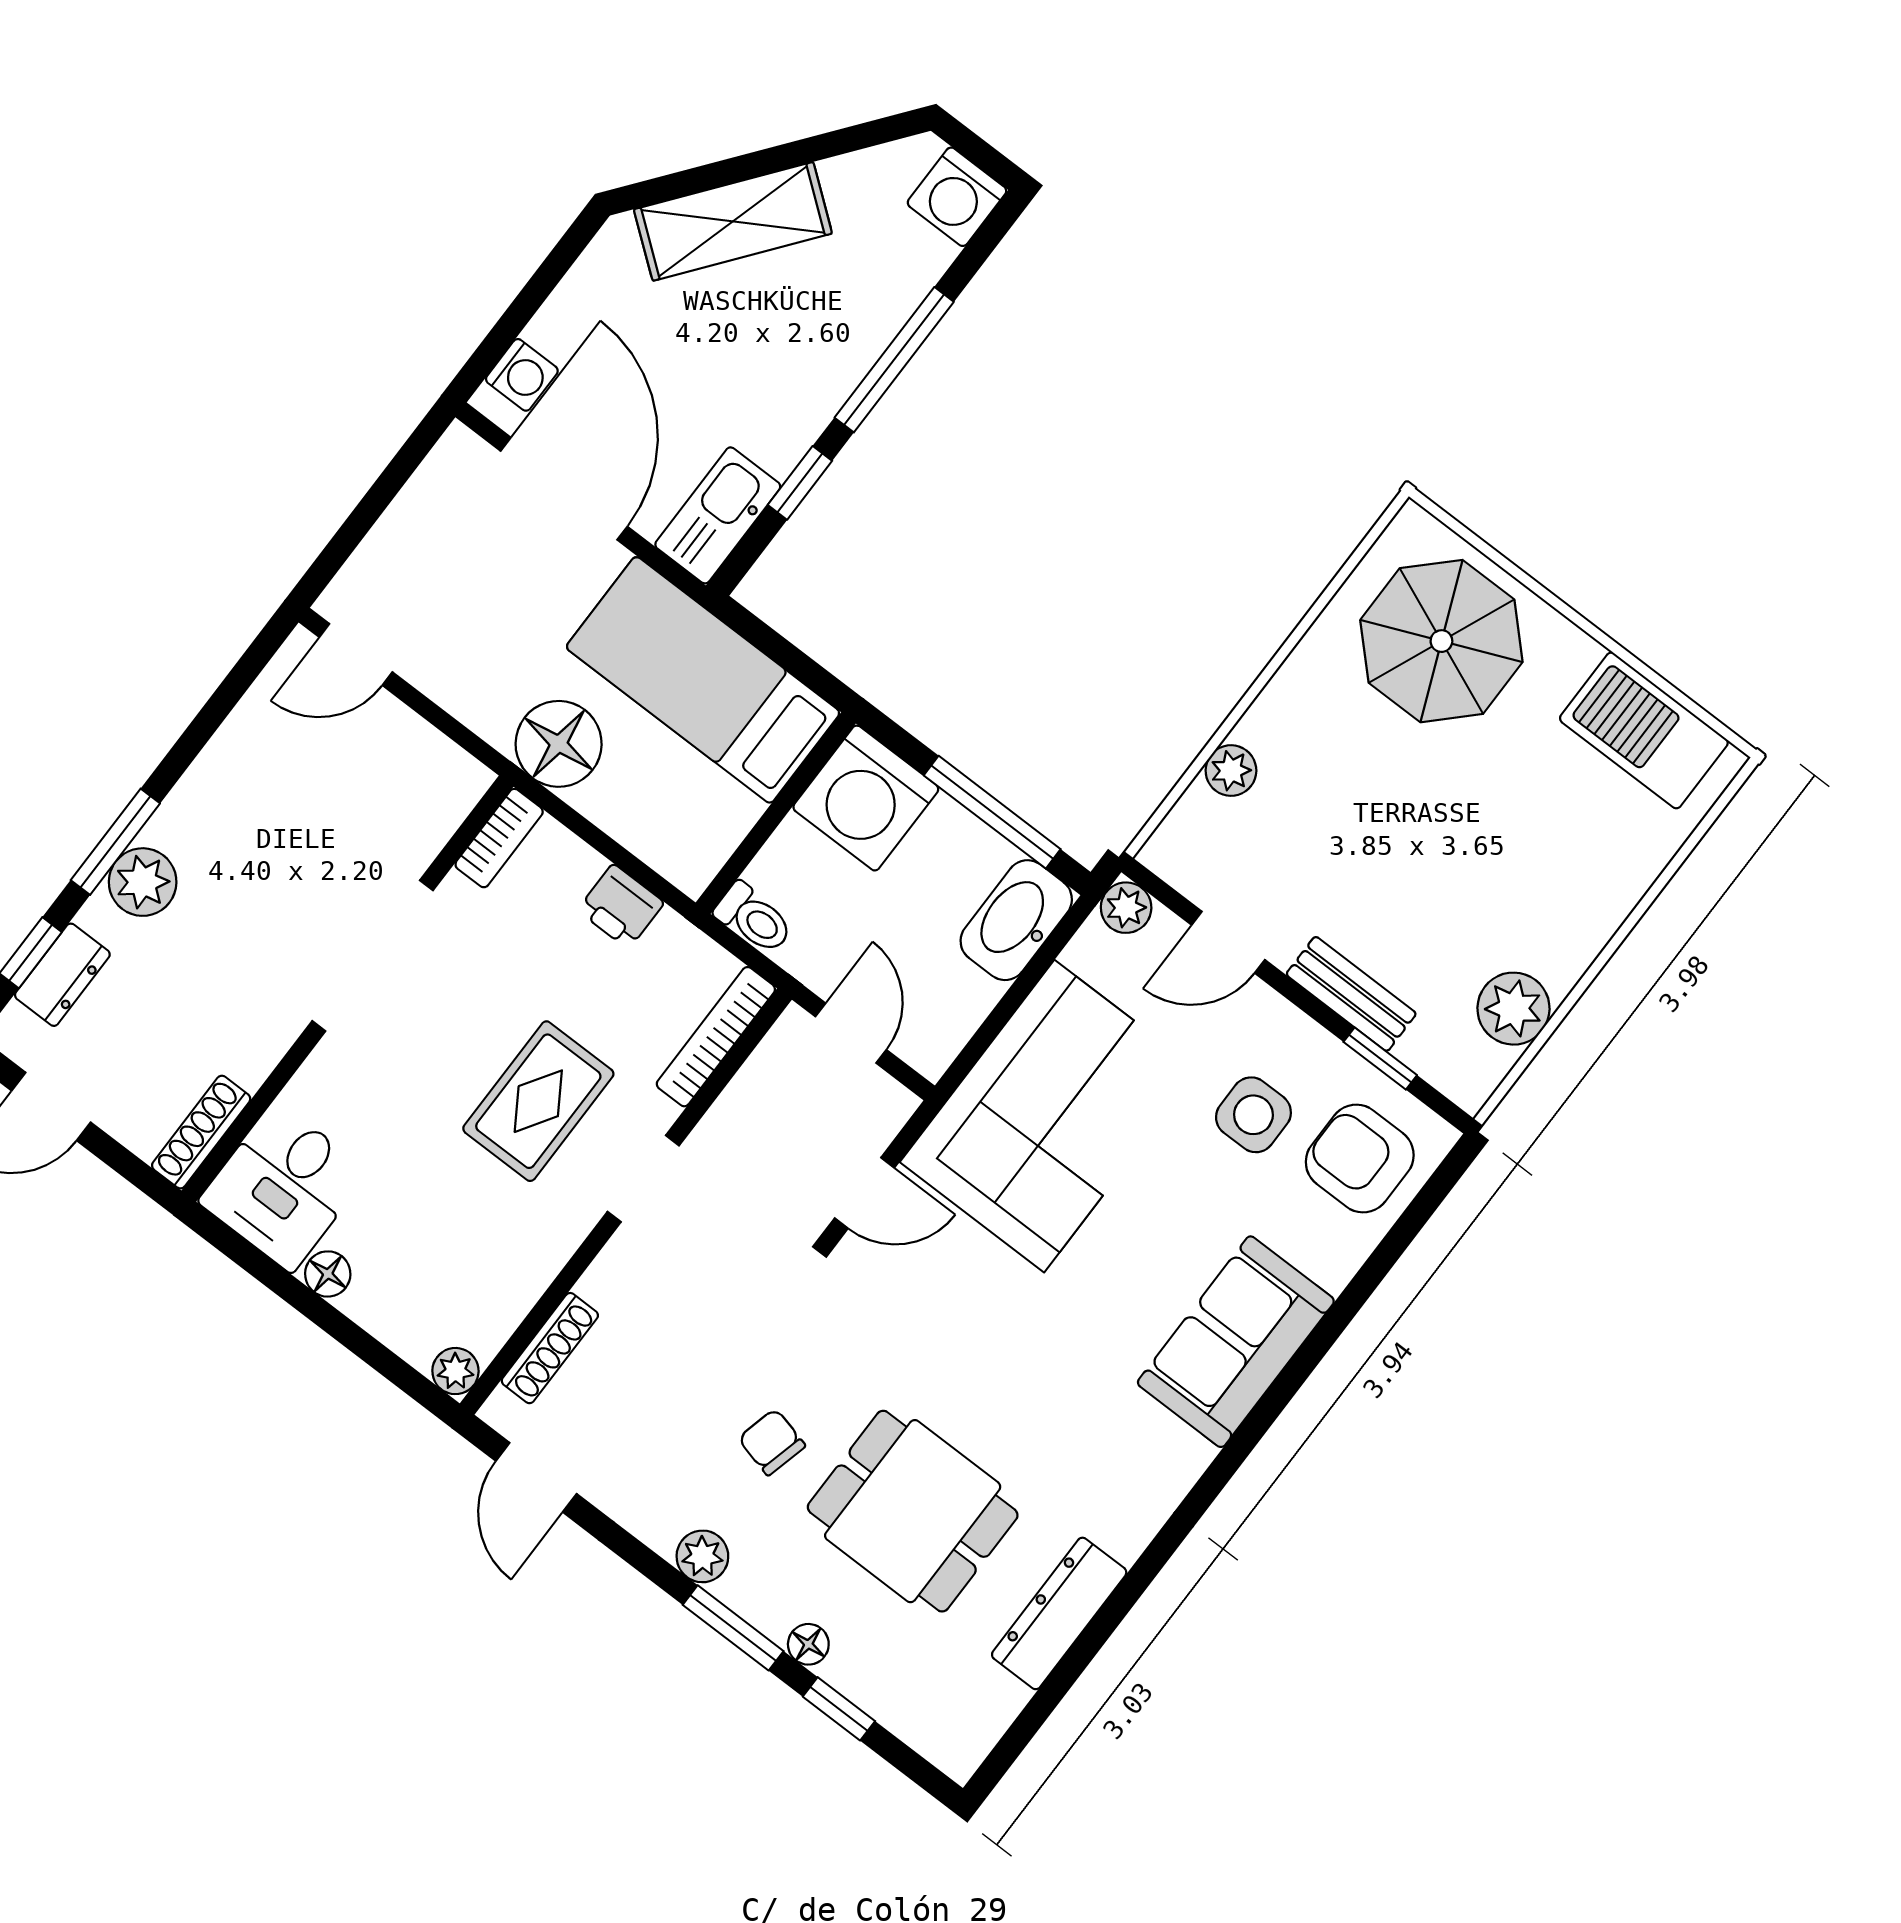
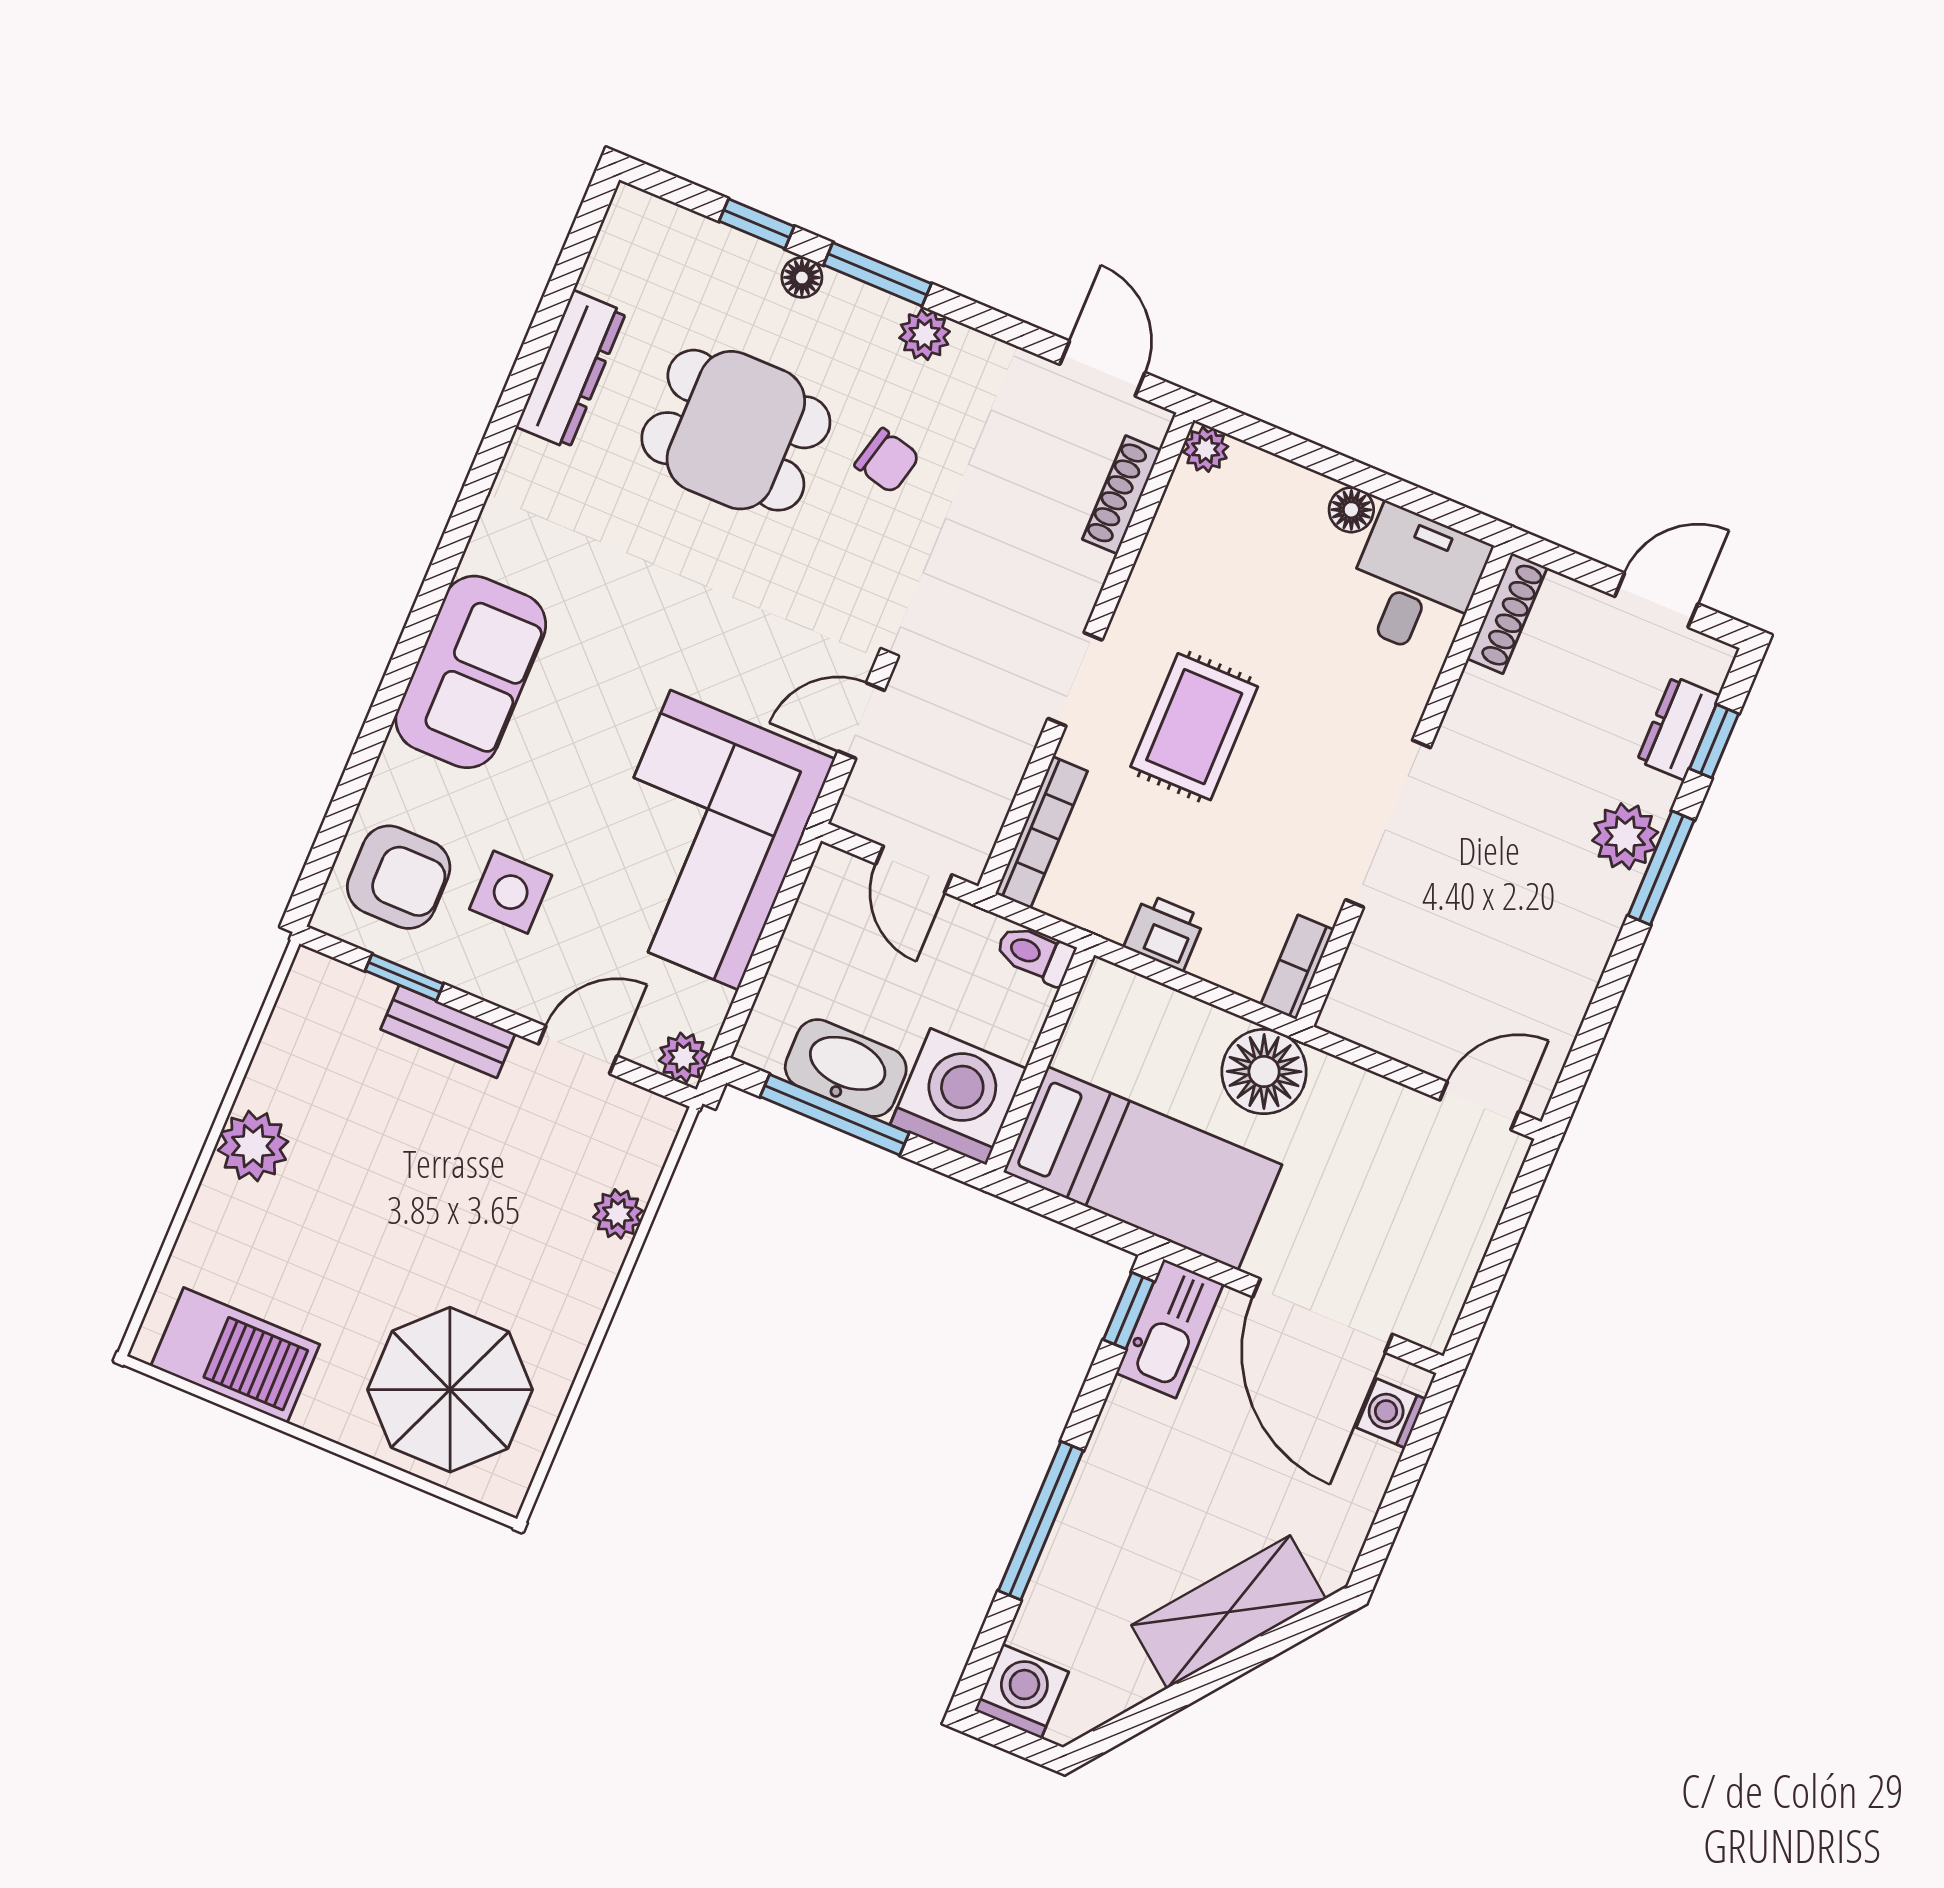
window: (800, 483) -> (1129, 1311), moved
washbasin: (1016, 920) -> (846, 1068), moved, turned -90
plant: (1513, 1009) -> (253, 1146), moved

